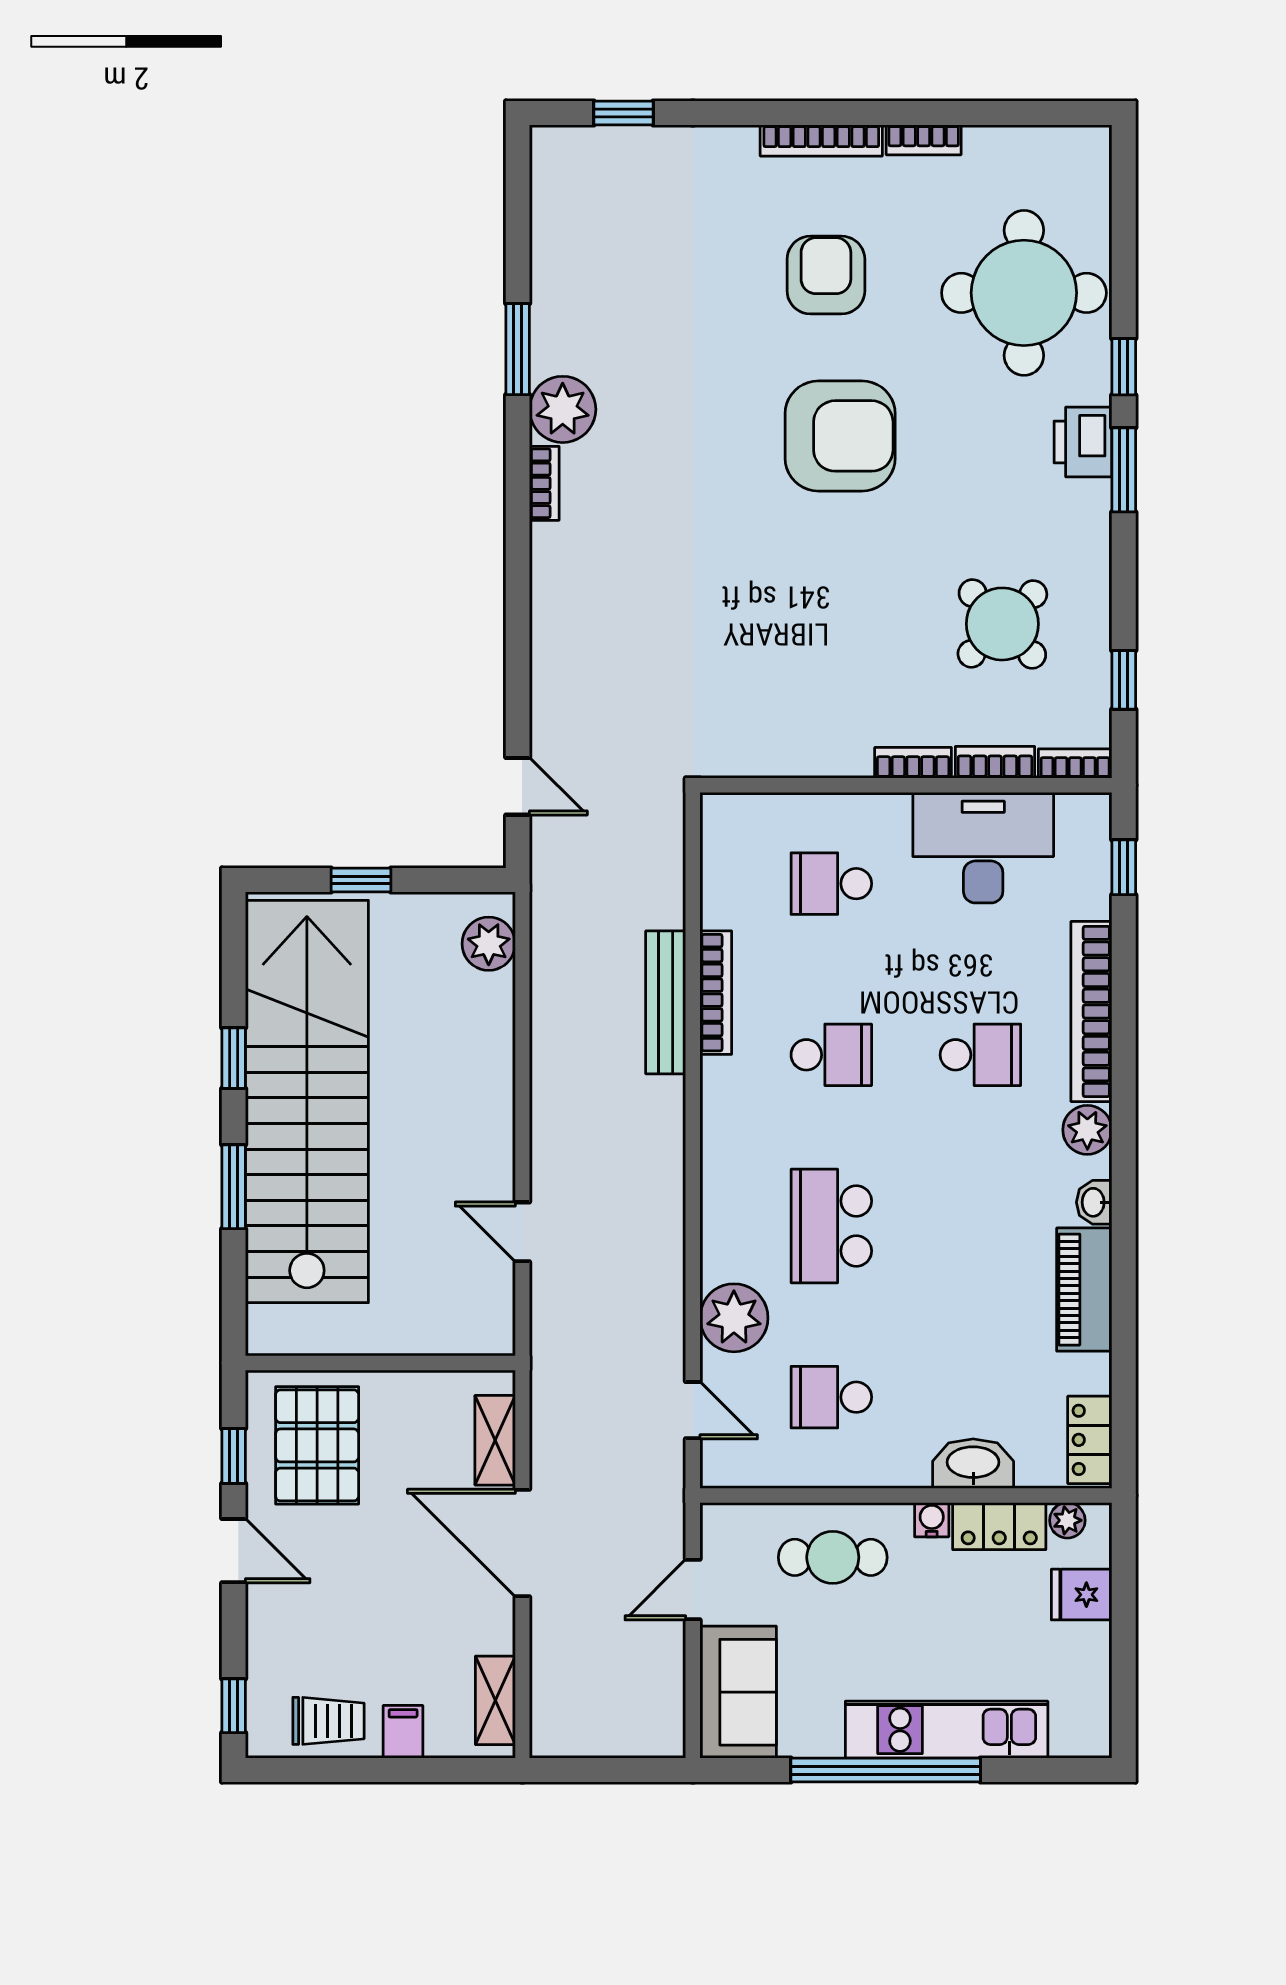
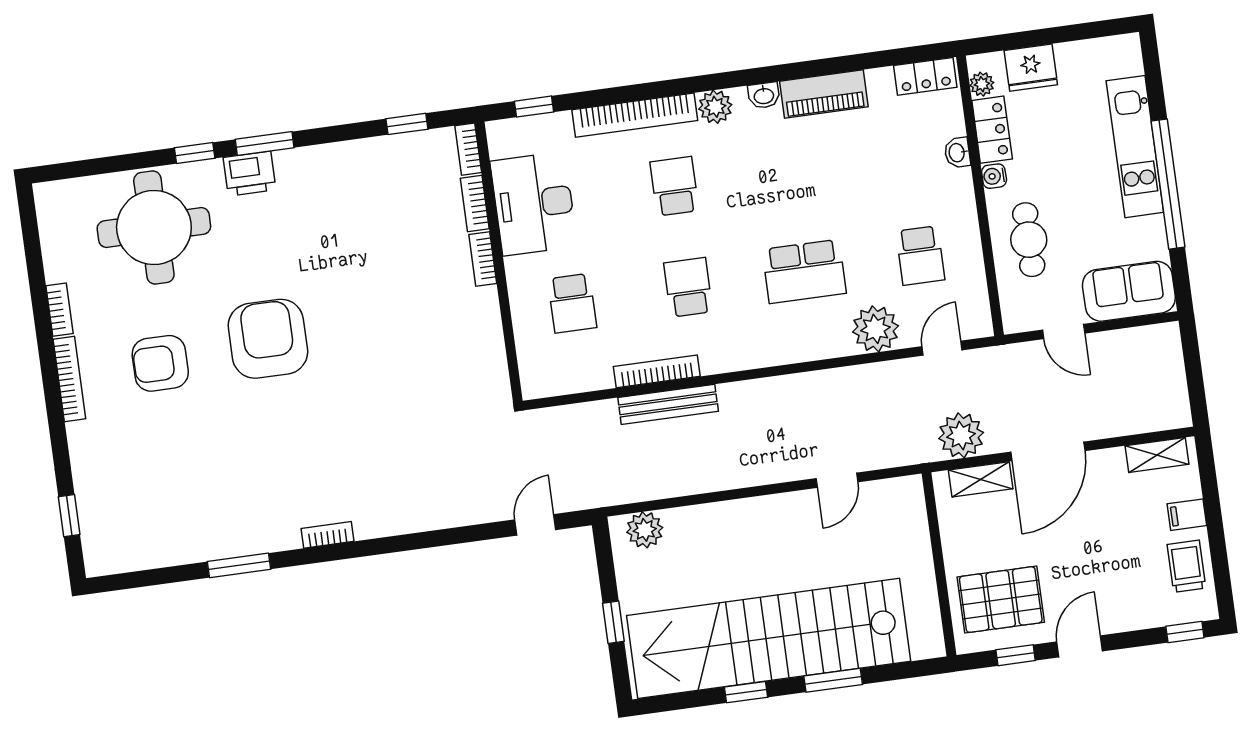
plant: (563, 409) -> (961, 435), moved
round table: (1002, 624) -> (380, 211), removed
washbasin: (973, 1464) -> (957, 153), width x0.52, depth x0.69
fridge: (1082, 1595) -> (1031, 68), width x1.38

